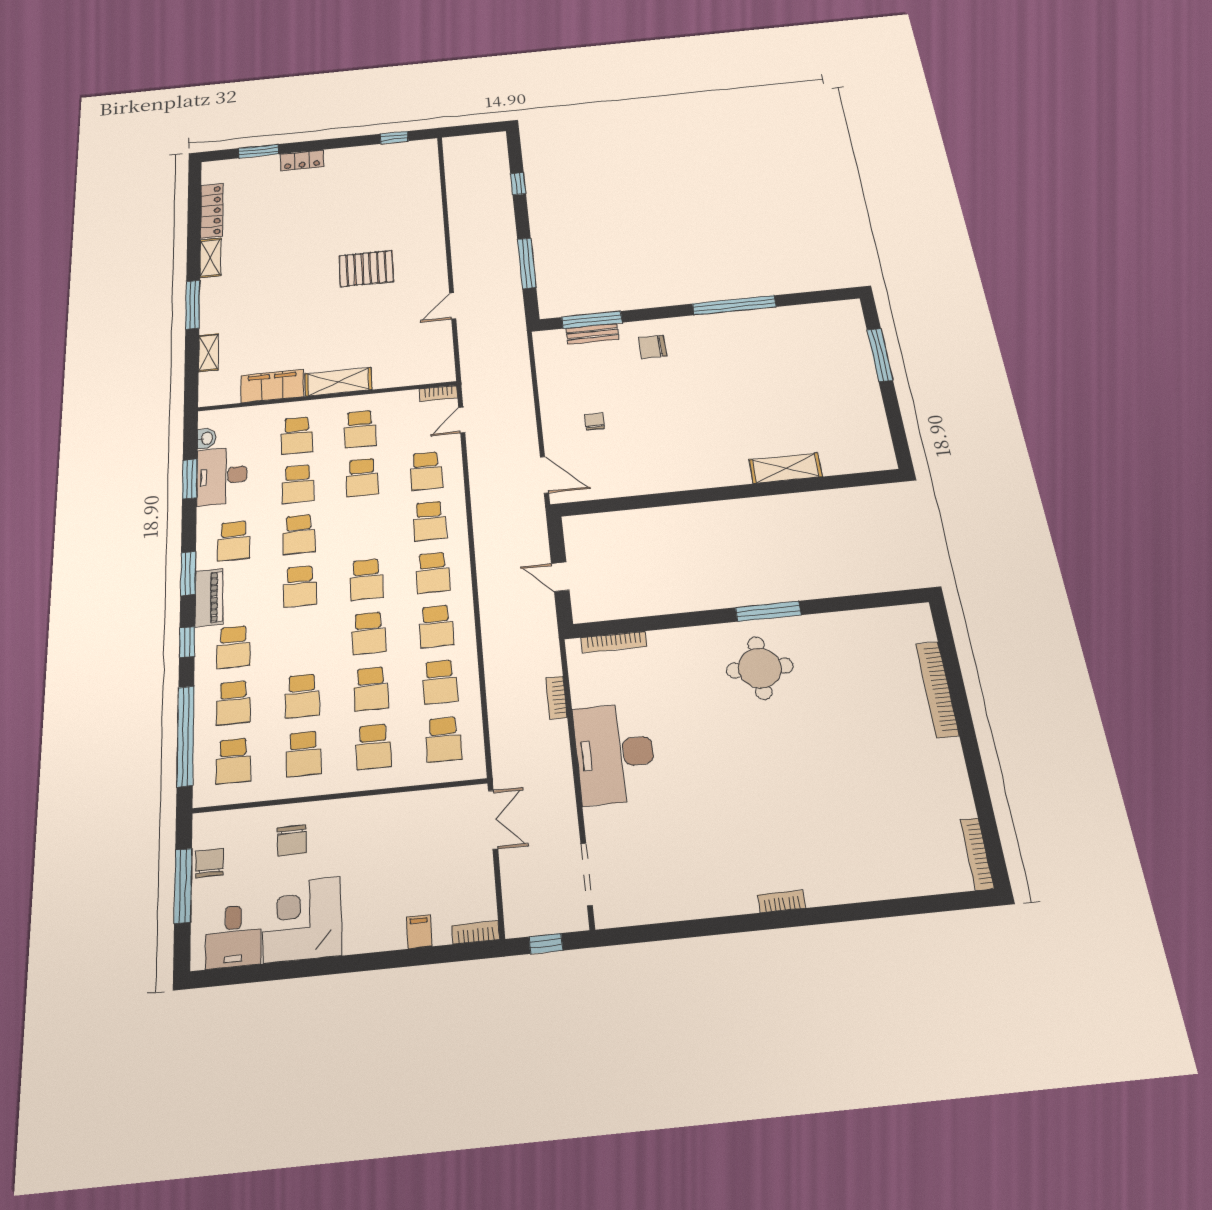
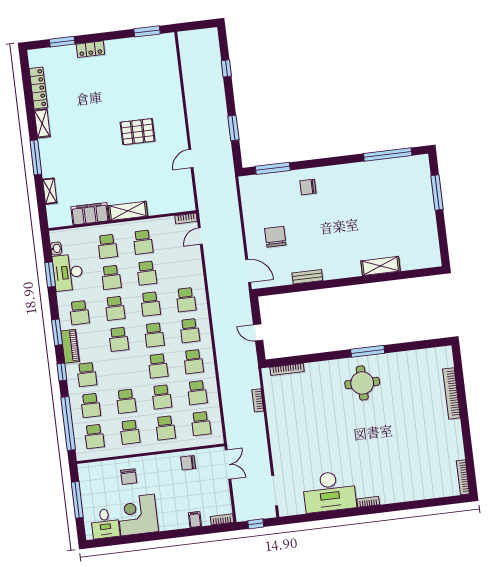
window: (394, 137) -> (147, 31), width x1.50
window: (527, 263) -> (233, 128), width x0.69
window: (734, 305) -> (388, 154), moved
bench: (592, 334) -> (307, 277), moved
chair: (595, 422) -> (275, 237), width x1.87, depth x1.87
school desk: (426, 471) -> (150, 304), moved
desk: (615, 753) -> (329, 492), moved, turned -90
chair: (209, 863) -> (188, 463), moved, turned -90

